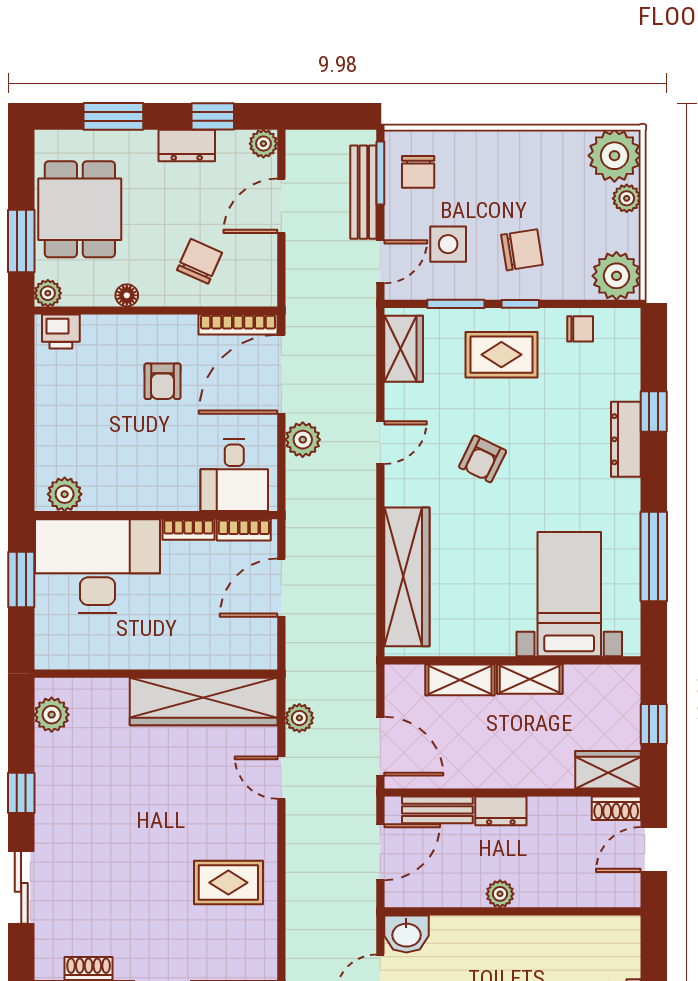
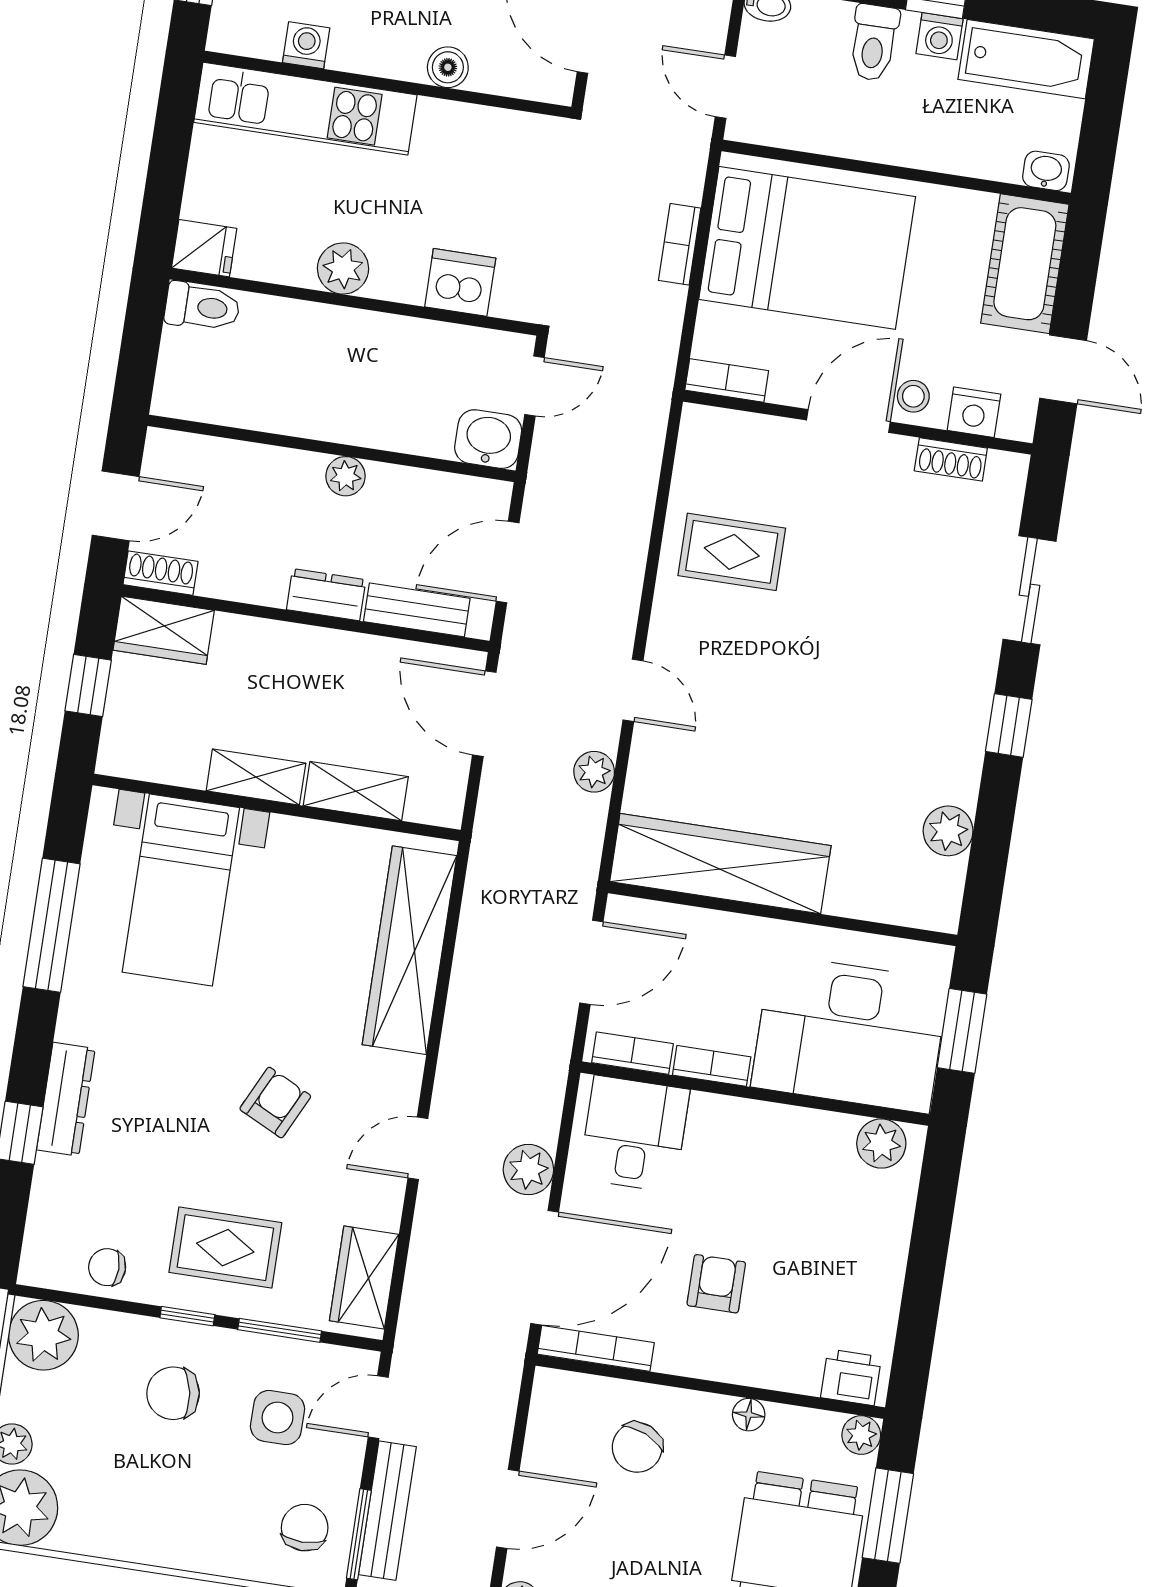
wall: (156, 674) -> (783, 914), moved
wardrobe: (204, 701) -> (720, 864), moved

